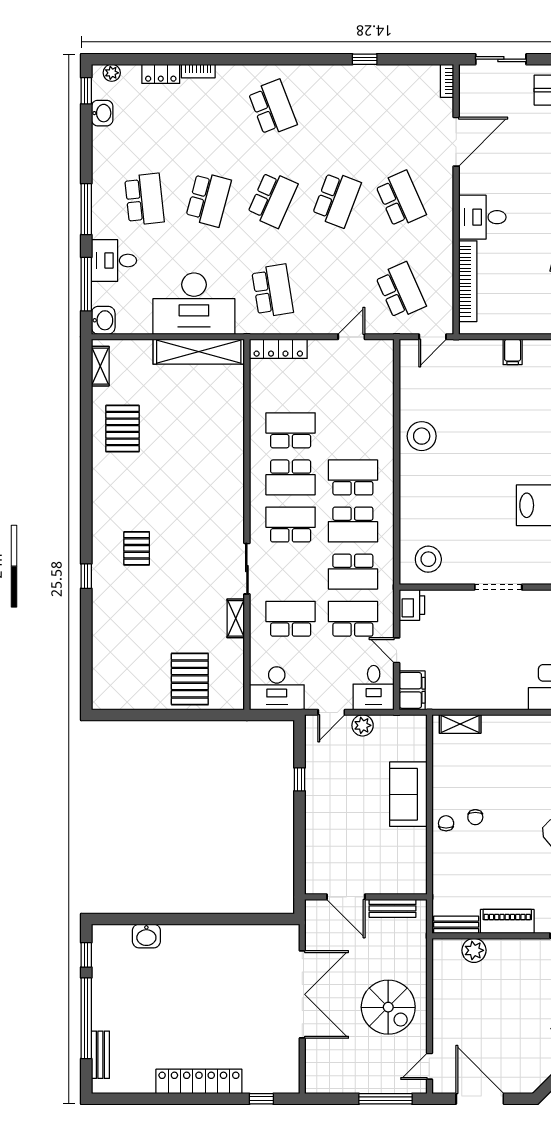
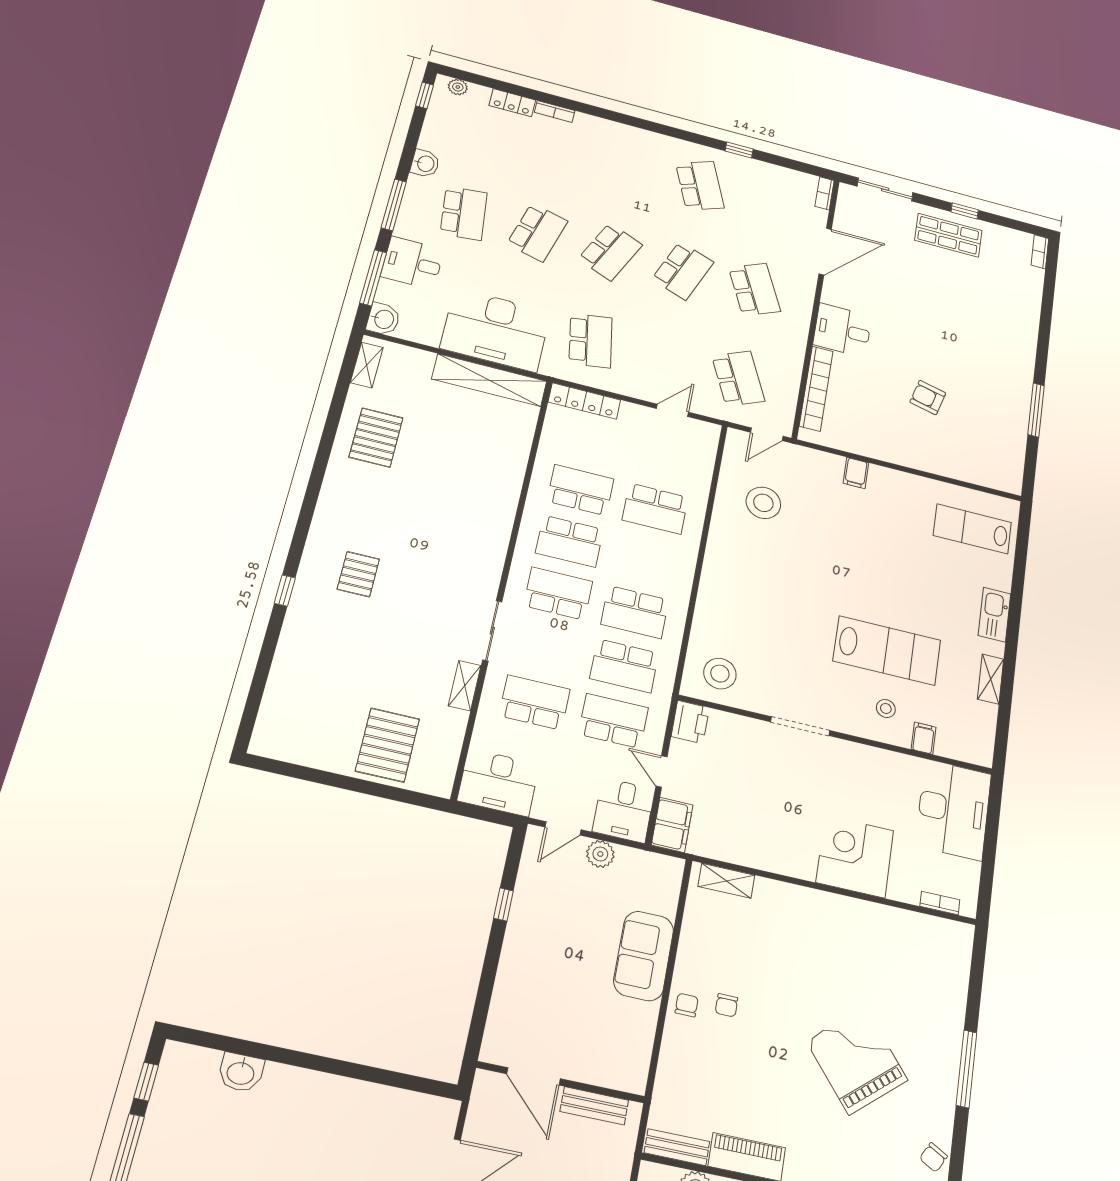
school desk: (273, 108) -> (700, 186), moved
washbasin: (102, 113) -> (425, 164), moved
stool: (422, 436) -> (763, 503), moved
school desk: (353, 477) -> (655, 509), moved, turned 180

